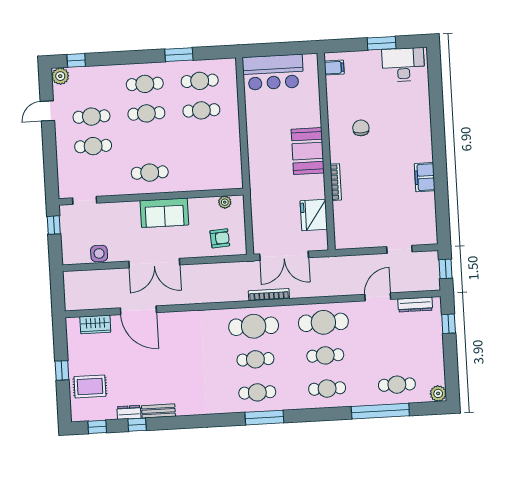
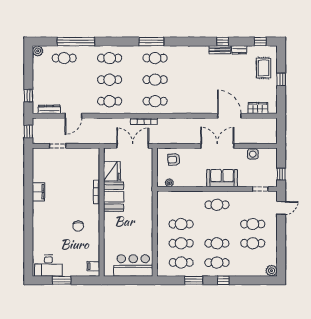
window: (76, 60) -> (223, 280), moved
door: (47, 111) -> (281, 208), moved
cafe table: (203, 140) -> (181, 224), added
booth: (308, 151) -> (114, 197), moved
sofa: (164, 213) -> (222, 178), moved
cafe table: (323, 322) -> (110, 101), width x0.73, depth x0.74
cafe table: (254, 326) -> (155, 101), width x0.73, depth x0.74
rug: (90, 386) -> (264, 68), turned 90
window: (137, 425) -> (223, 42), moved

